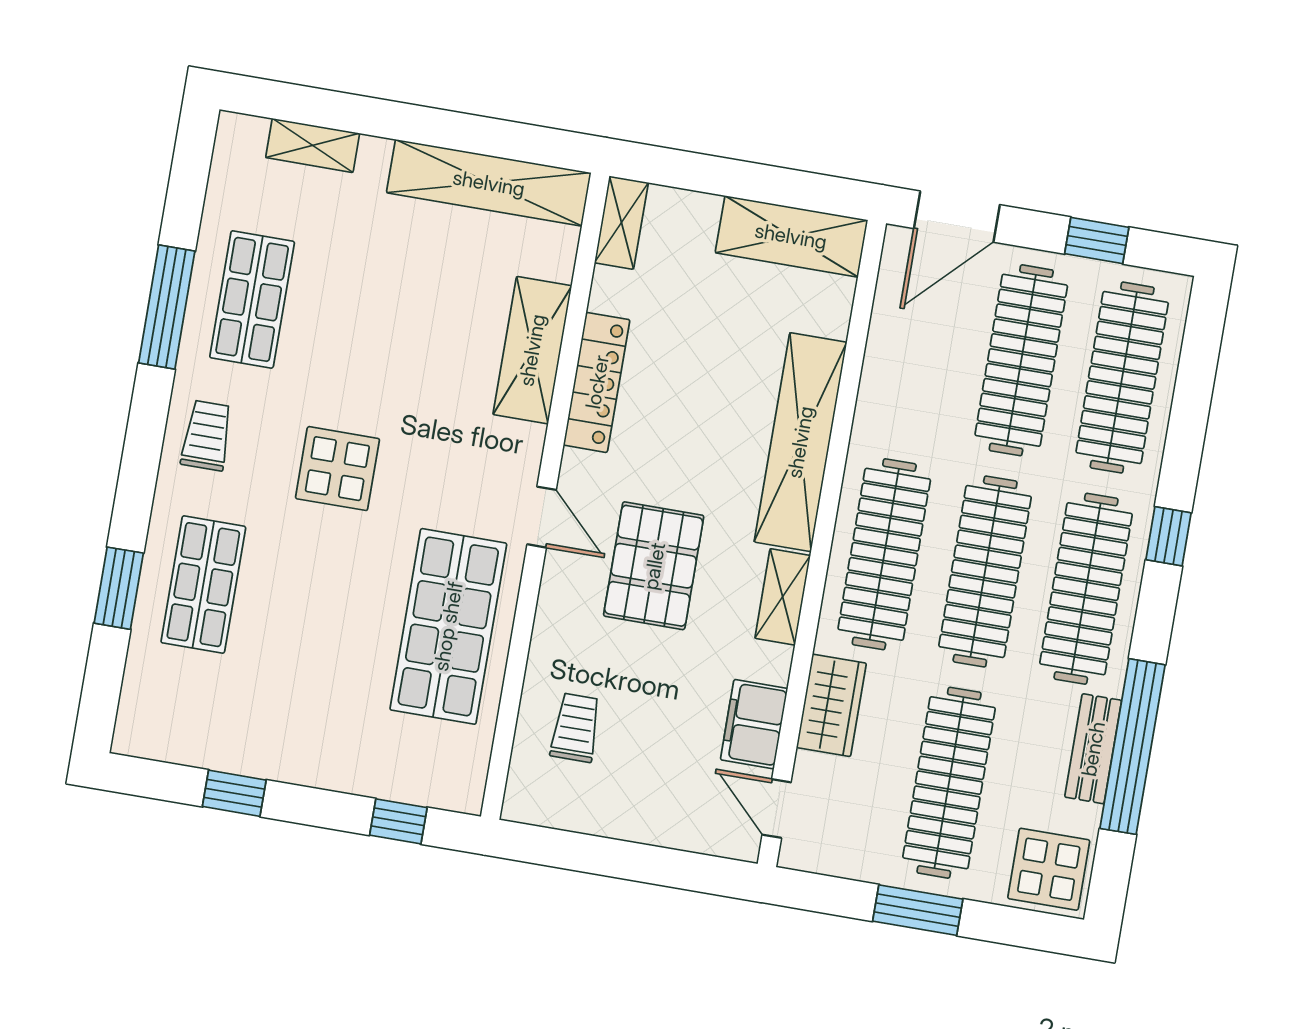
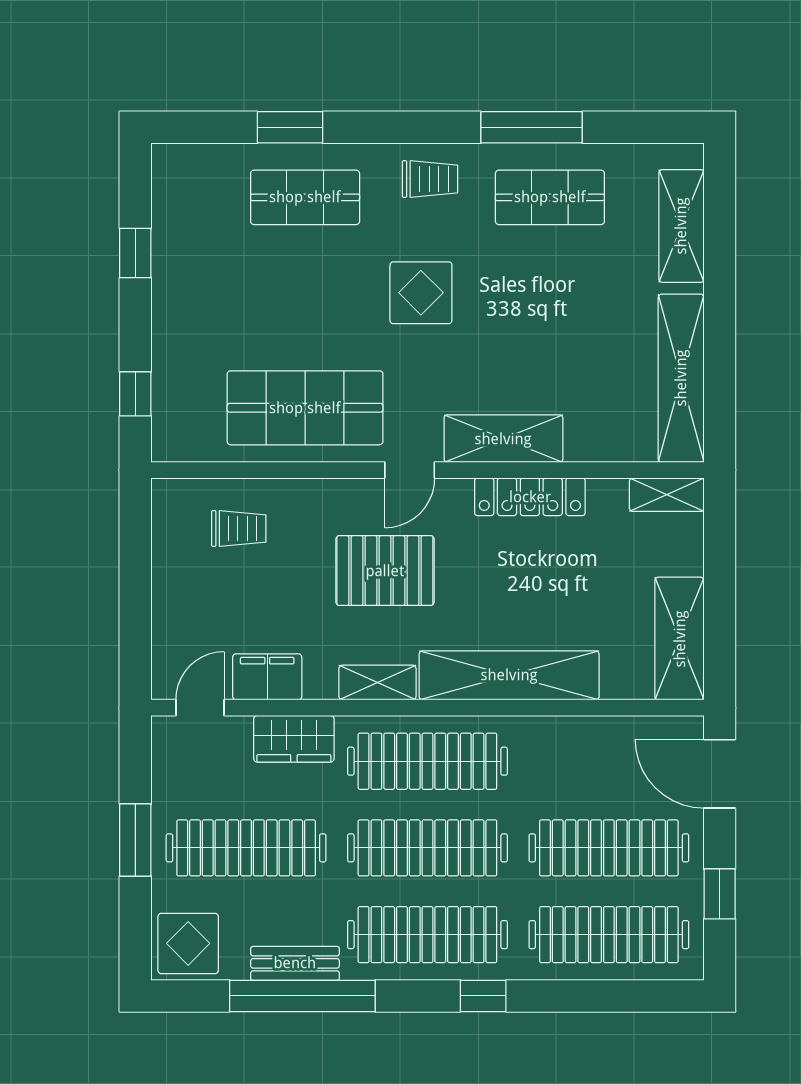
shelving: (313, 145) -> (681, 226), width x1.50, depth x1.33
shelving: (532, 350) -> (503, 439), moved

